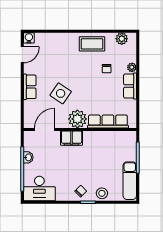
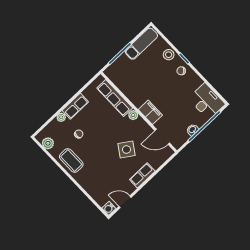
plant: (77, 119) -> (133, 115), width x0.53, depth x0.53

